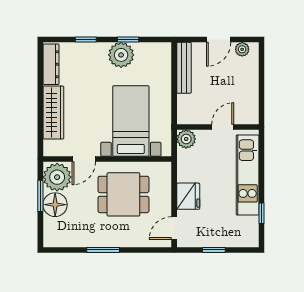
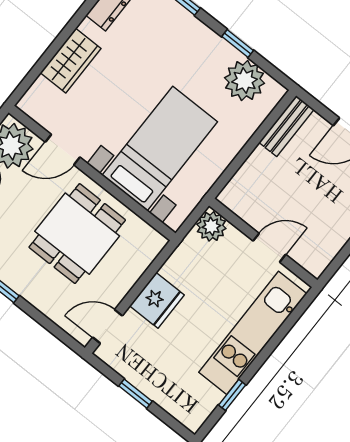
plant: (121, 55) -> (245, 81), moved
bench: (184, 68) -> (286, 126), width x0.73
wardrobe: (53, 113) -> (71, 61), width x0.67
dining table: (123, 194) -> (77, 234), turned 90

